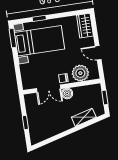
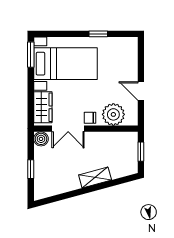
window: (39, 18) -> (98, 34), moved
wardrobe: (85, 26) -> (43, 107), moved, turned 180
boiler: (67, 93) -> (41, 139), moved
shelving: (84, 117) -> (95, 178), moved

